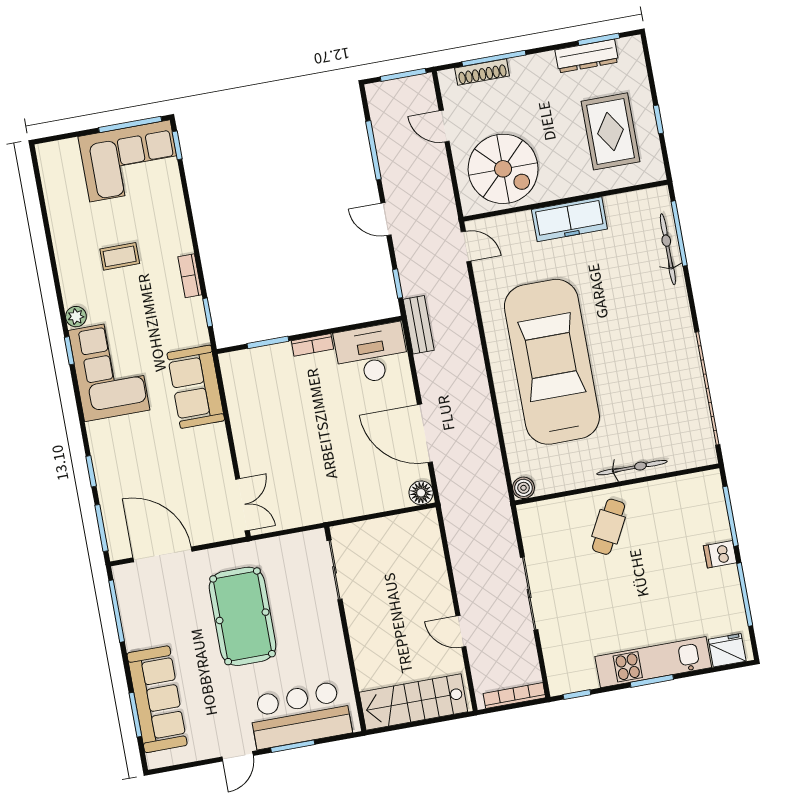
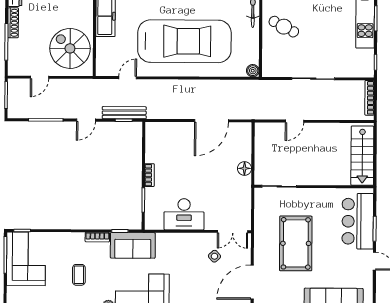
shoe rack: (482, 72) -> (13, 23), moved
spiral stairs: (503, 169) -> (70, 48), turned -90
door: (466, 246) -> (128, 78), moved
bench: (419, 325) -> (124, 113), moved, width x1.36
desk: (372, 354) -> (184, 214), moved, turned -90
car: (552, 362) -> (184, 41), turned 180
sofa: (196, 387) -> (133, 245), moved
side table: (195, 482) -> (214, 256), added
floor lamp: (421, 493) -> (245, 168), moved
double door: (242, 505) -> (233, 232), swing flipped
pool table: (243, 616) -> (296, 243), turned 90
door: (461, 631) -> (294, 121), moved

